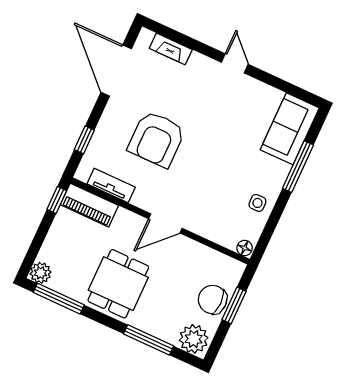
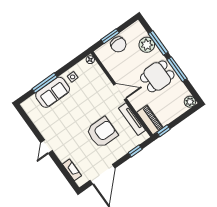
sofa: (290, 129) -> (53, 92), moved
tv unit: (111, 185) -> (132, 119), width x1.41
window: (59, 299) -> (177, 69), moved
plant: (194, 339) -> (147, 45), moved

